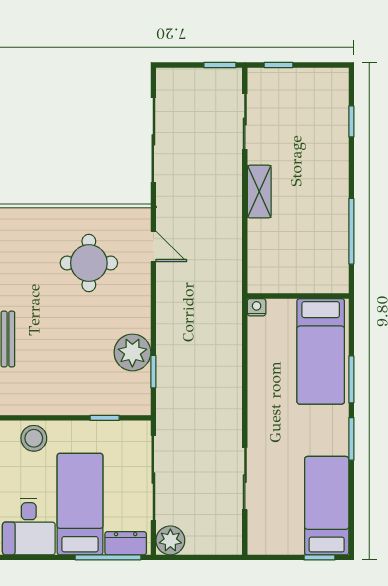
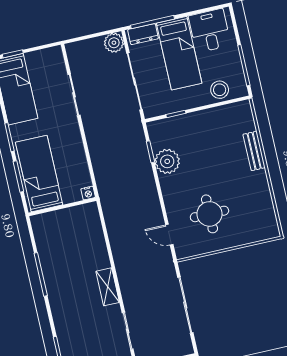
wall: (298, 296) -> (62, 207), moved
nightstand: (257, 307) -> (88, 193), moved
bed: (321, 351) -> (39, 174), moved

